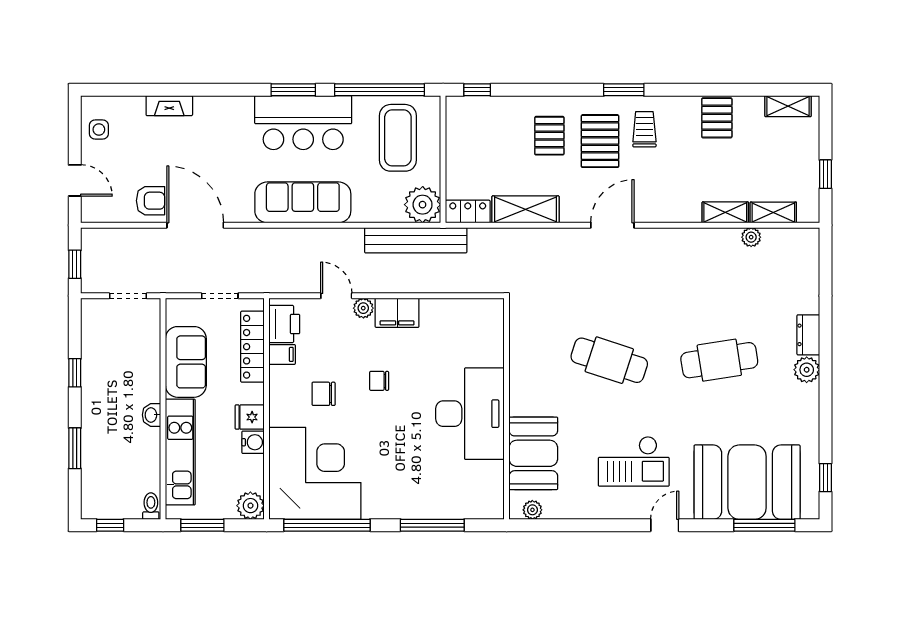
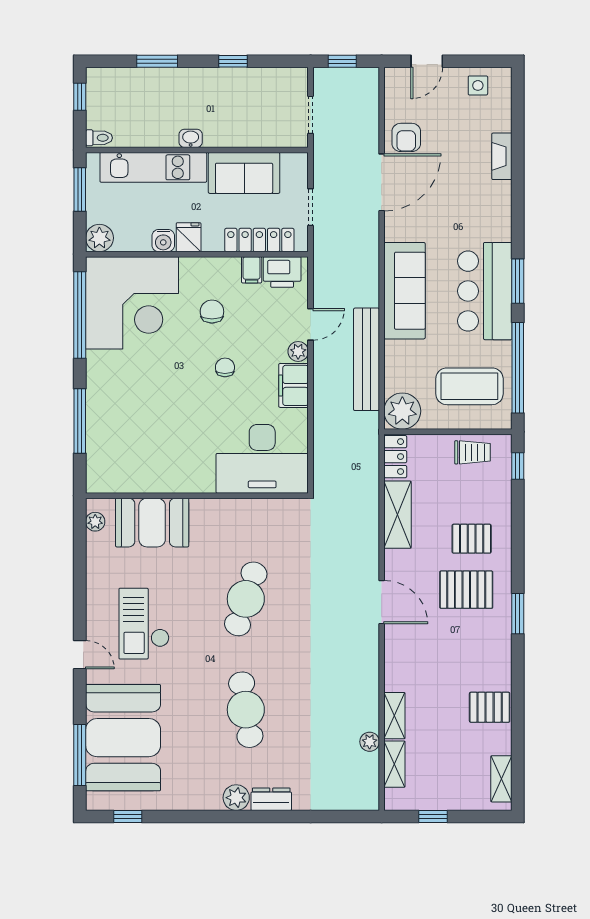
trolley: (644, 129) -> (472, 452), moved
bench: (416, 240) -> (366, 359), moved
desk: (470, 414) -> (262, 459), moved

